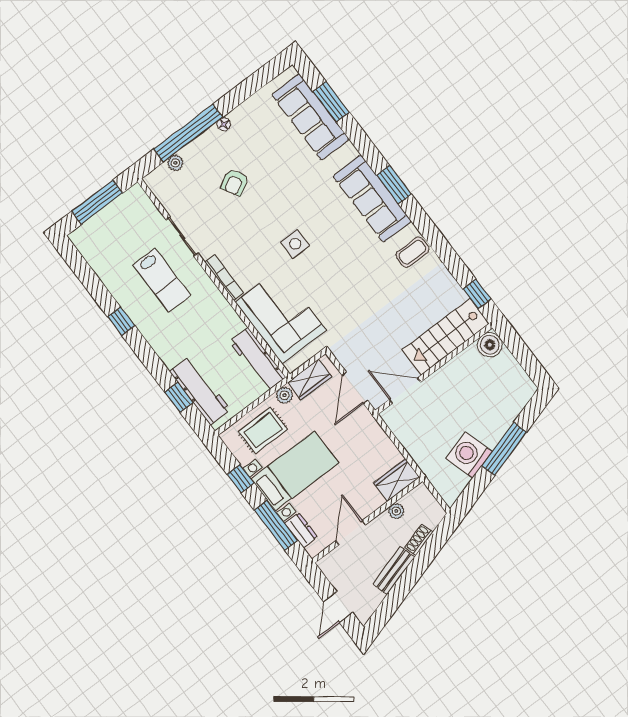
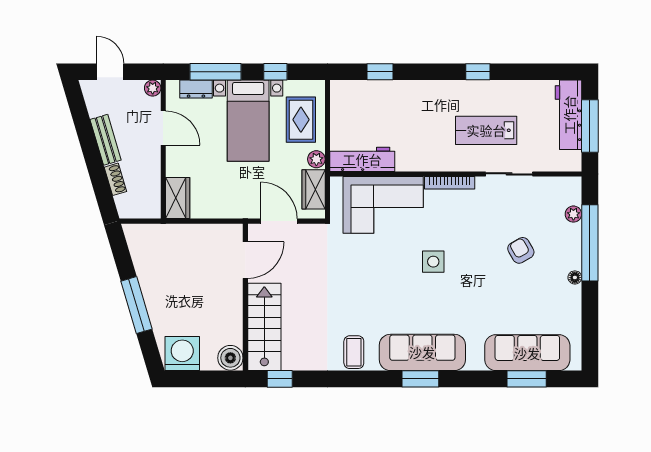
workbench: (200, 391) -> (569, 115), moved, turned 90
washing machine: (469, 455) -> (182, 354), moved, turned -73
plant: (396, 511) -> (153, 88), moved

